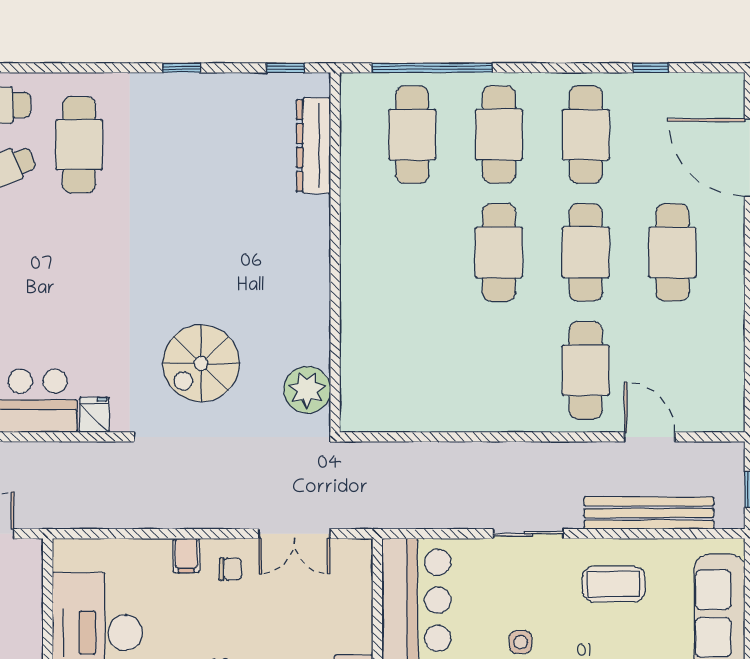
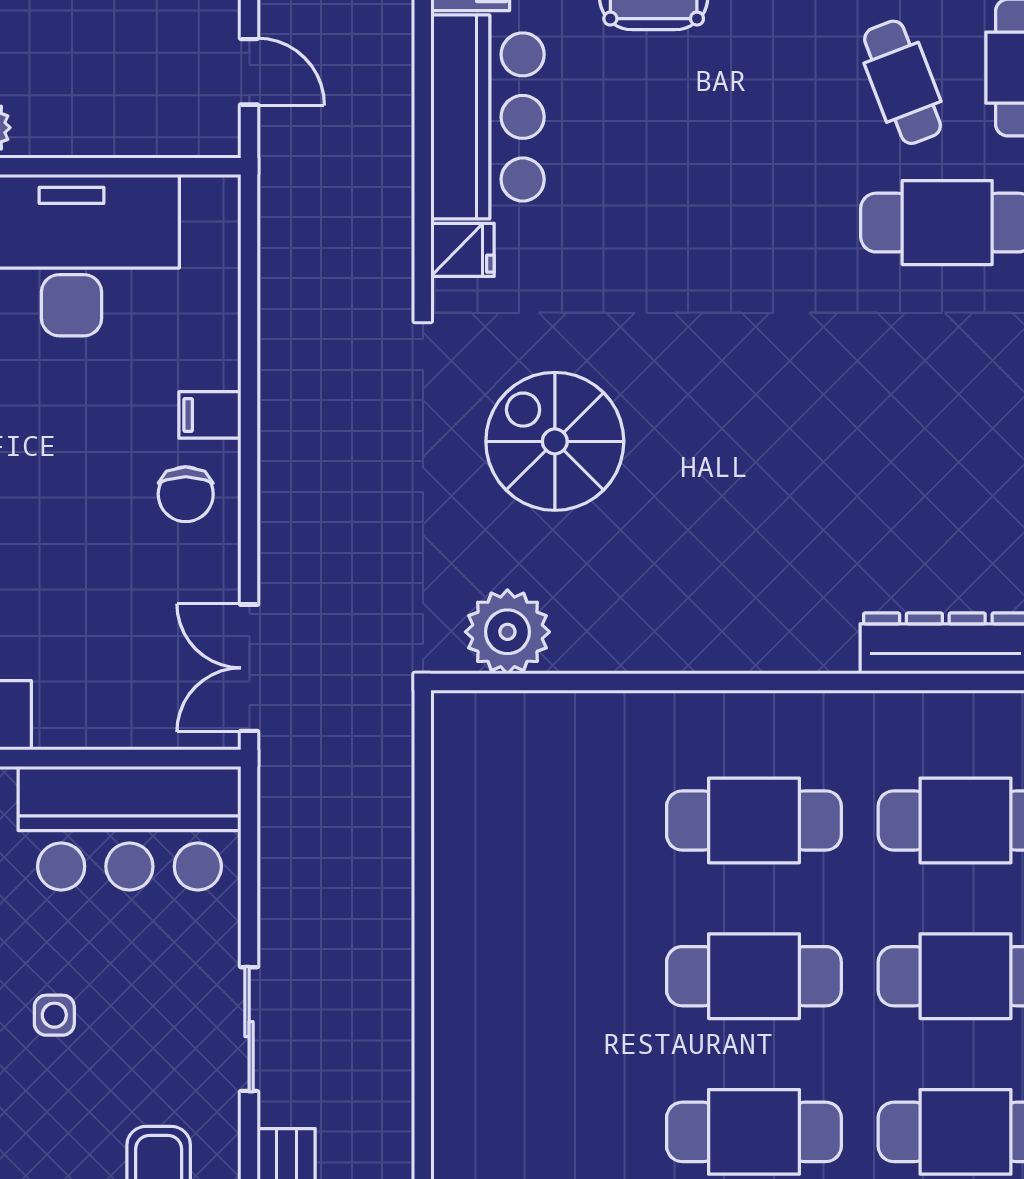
cafe table: (586, 370) -> (754, 820), moved
double door: (294, 534) -> (249, 668), moved
chair: (230, 569) -> (186, 494), width x1.37, depth x1.37

